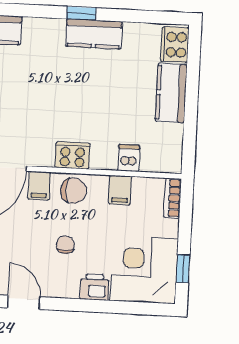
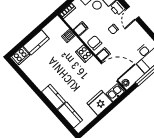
window: (81, 13) -> (39, 93), removed
kitchen counter: (94, 34) -> (54, 97), moved
door: (24, 302) -> (133, 13), moved

